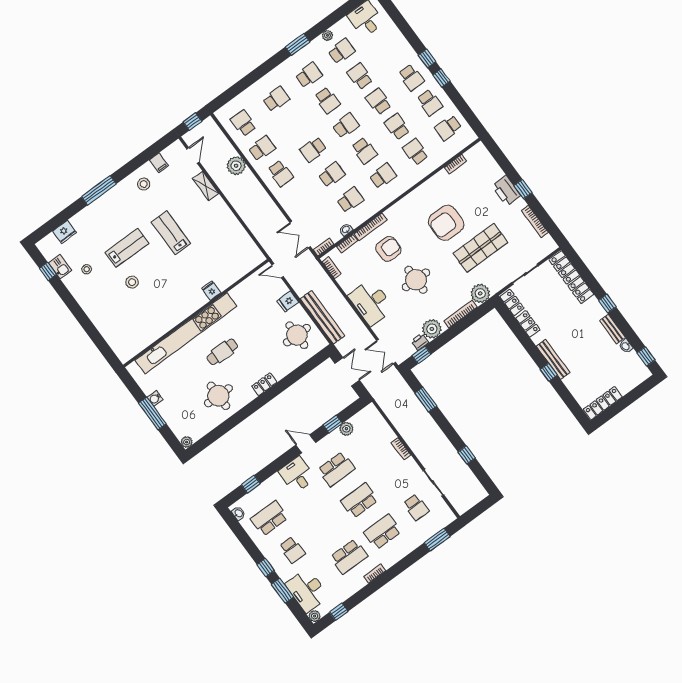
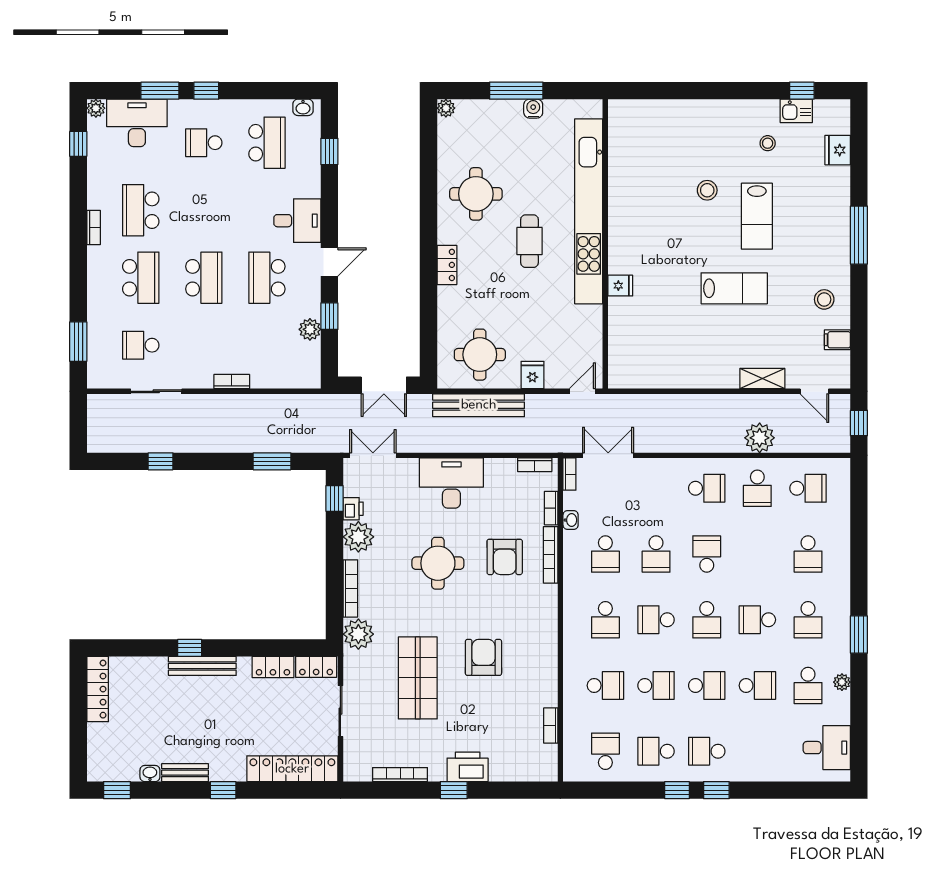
school desk: (280, 173) -> (707, 488), turned 180
armchair: (446, 223) -> (483, 657), width x0.73, depth x0.73

